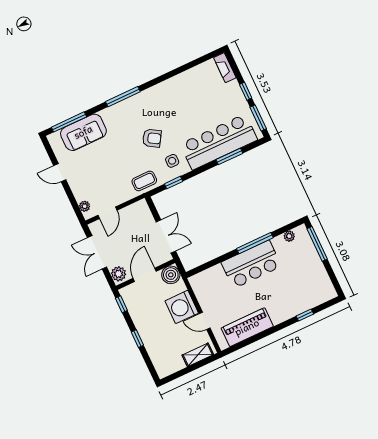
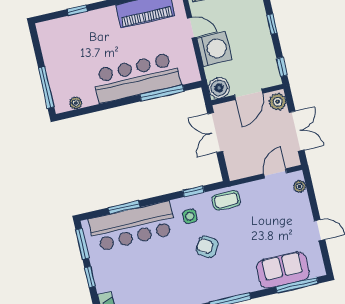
window: (255, 243) -> (162, 93), moved
bar counter: (251, 264) -> (136, 78), width x1.36

